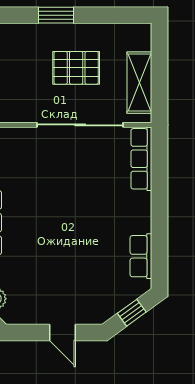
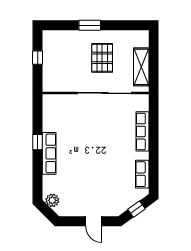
pallet: (76, 68) -> (102, 58), turned 90
row of seats: (141, 159) -> (142, 131), moved

